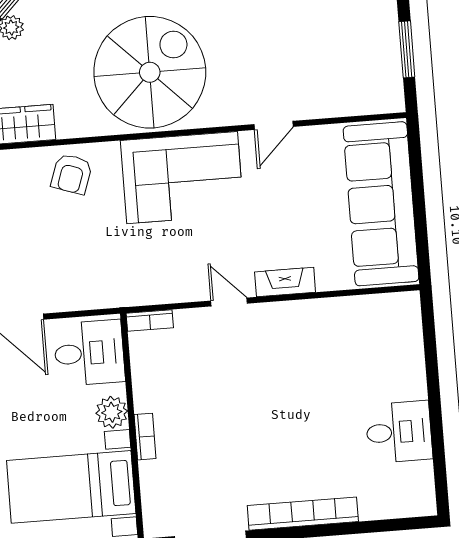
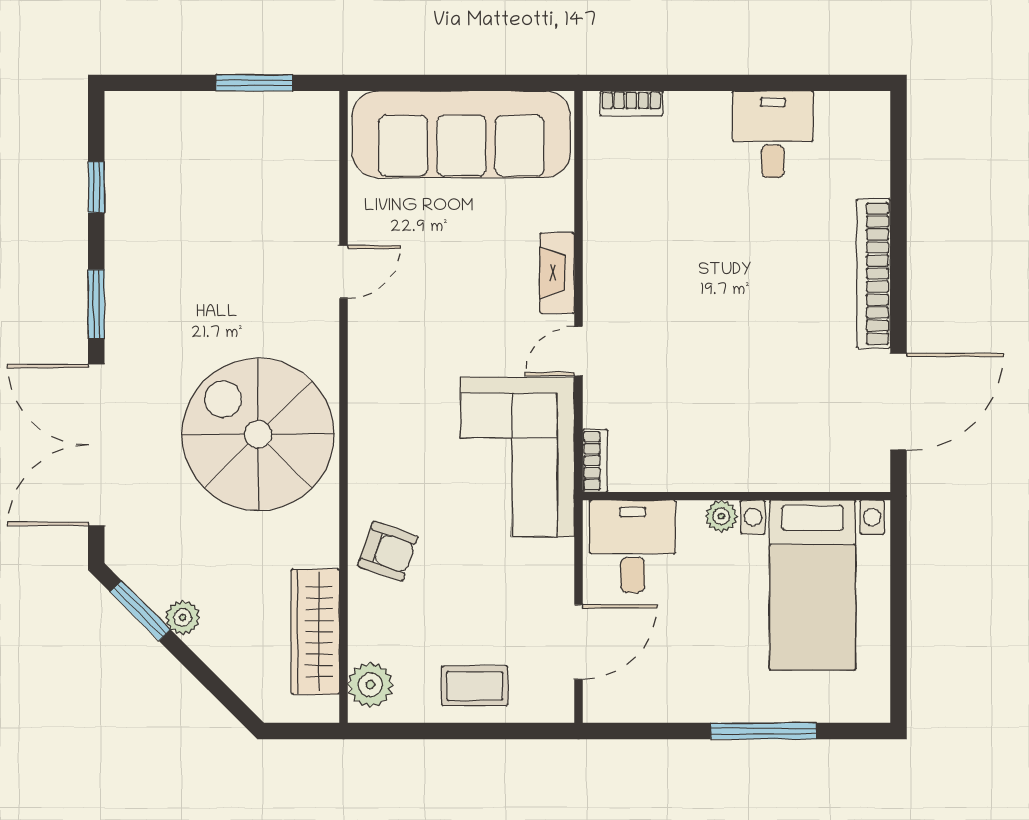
door: (274, 125) -> (343, 272), hinge flipped
corner sofa: (182, 178) -> (517, 457), moved, turned 180
plant: (112, 412) -> (721, 516), width x0.73, depth x0.73
bookcase: (145, 437) -> (631, 103), moved, turned 180

